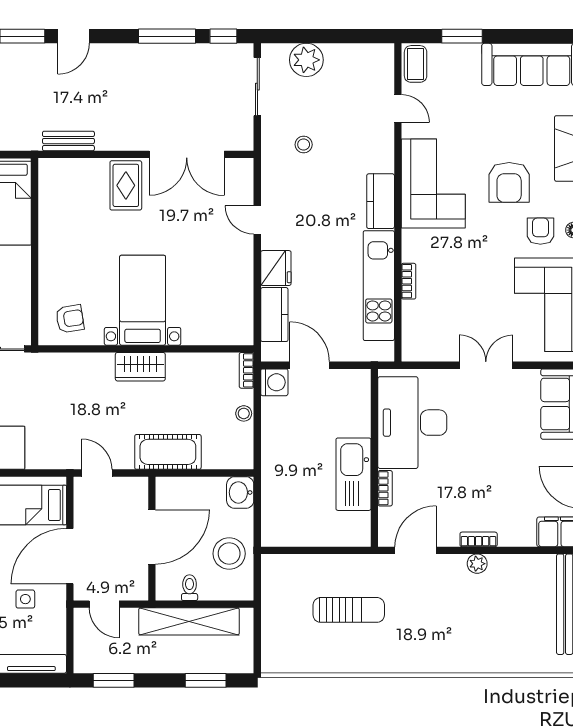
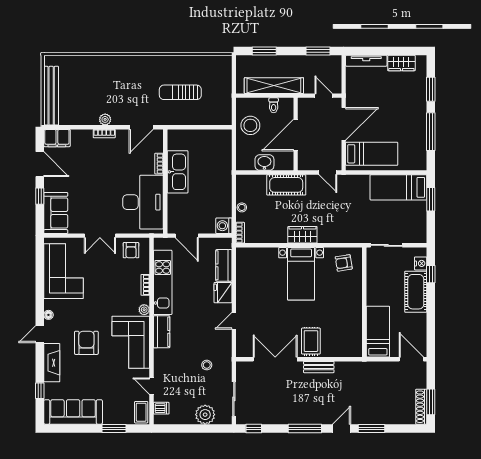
window: (167, 36) -> (305, 429), moved
dishwasher: (381, 71) -> (161, 408), added
bench: (68, 141) -> (319, 367), moved
door: (257, 220) -> (234, 321), swing flipped
armchair: (540, 231) -> (131, 250), moved
plant: (410, 239) -> (144, 310), added
door: (310, 365) -> (187, 236), moved
washbasin: (240, 492) -> (264, 163), moved, turned -90
side table: (25, 599) -> (370, 99), removed

